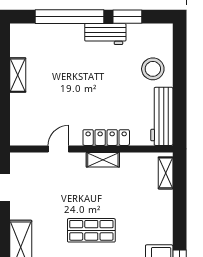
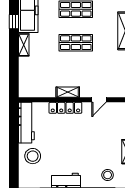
stool: (46, 42) -> (108, 175), added
shelving: (166, 173) -> (24, 45), moved

